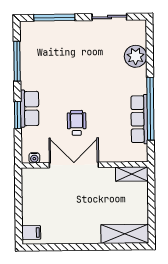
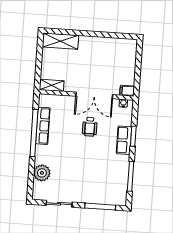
filing cabinet: (31, 233) -> (127, 91), moved

